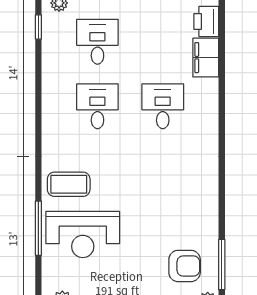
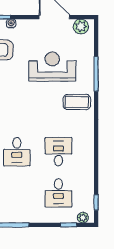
desk: (97, 106) -> (58, 152), turned 180
reception desk: (83, 234) -> (52, 67), moved

